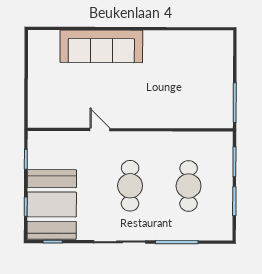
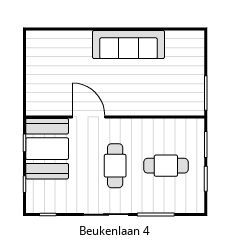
sofa: (101, 46) -> (128, 45), moved
door: (100, 130) -> (89, 117), width x1.88
cafe table: (189, 186) -> (166, 166), turned 90
booth: (52, 204) -> (47, 149), moved

